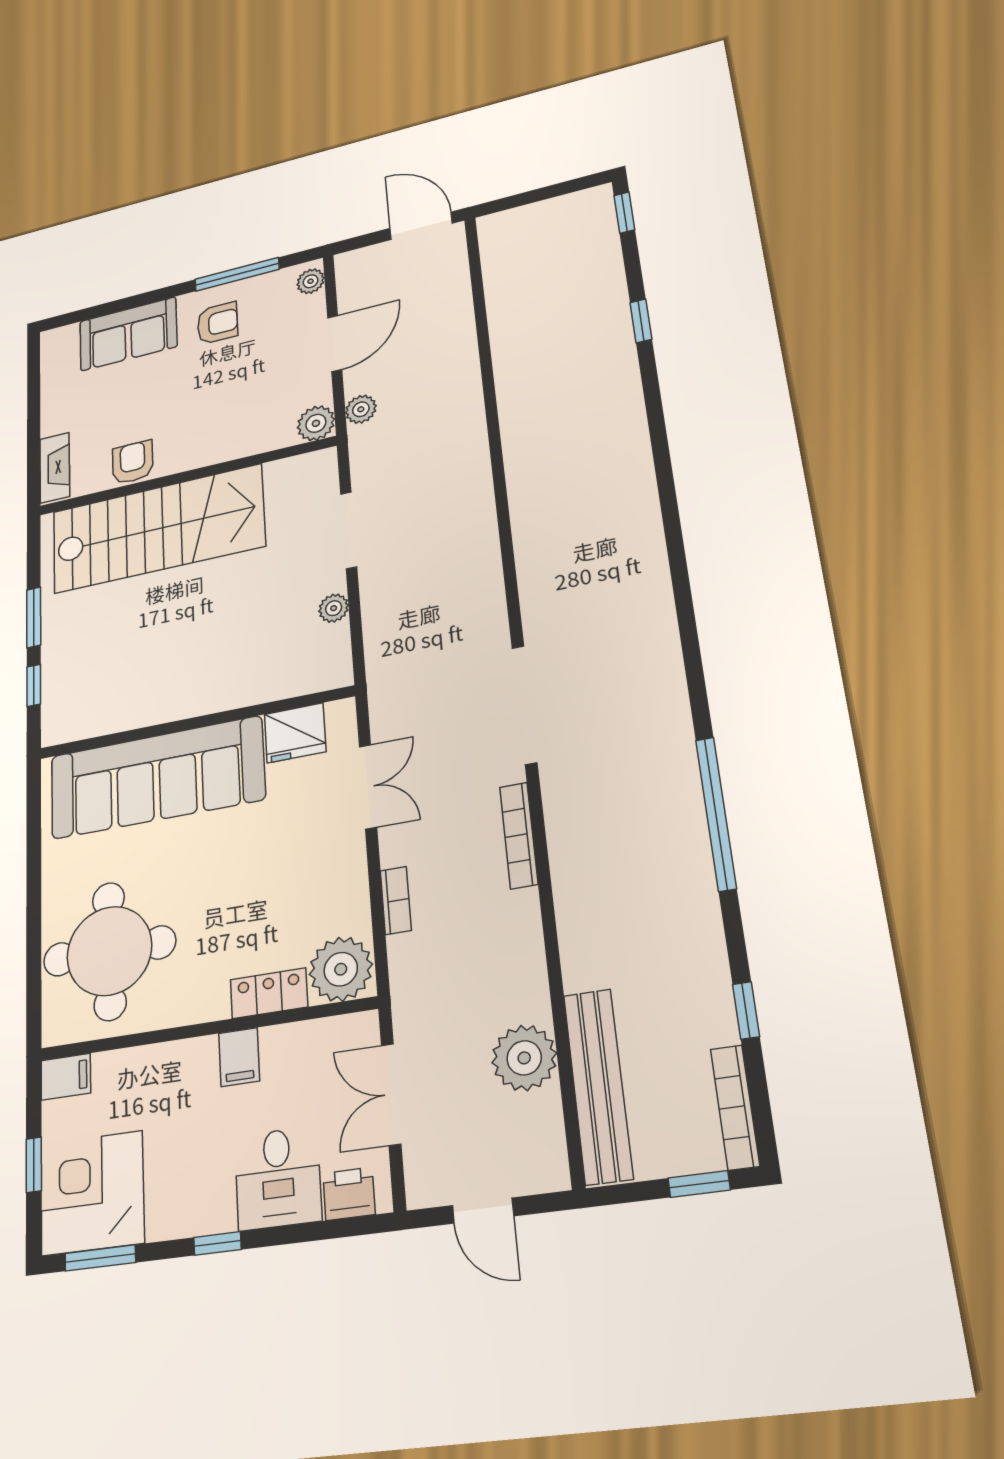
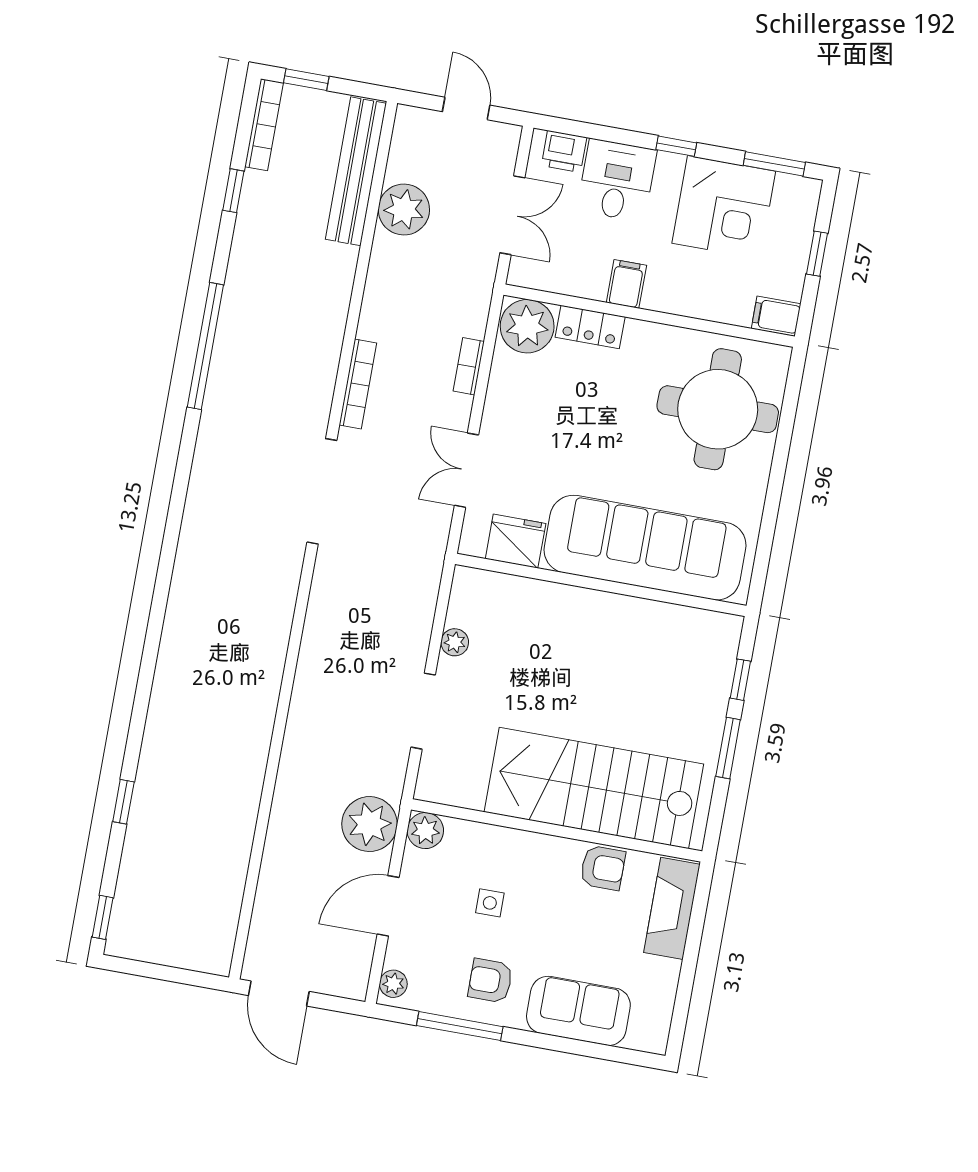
side table: (235, 387) -> (490, 903), added
plant: (361, 409) -> (370, 824), width x1.88, depth x1.88
armchair: (133, 462) -> (603, 868), turned -90
fireplace: (55, 468) -> (672, 908), width x1.37, depth x1.32
corner desk: (92, 1193) -> (724, 207), moved

